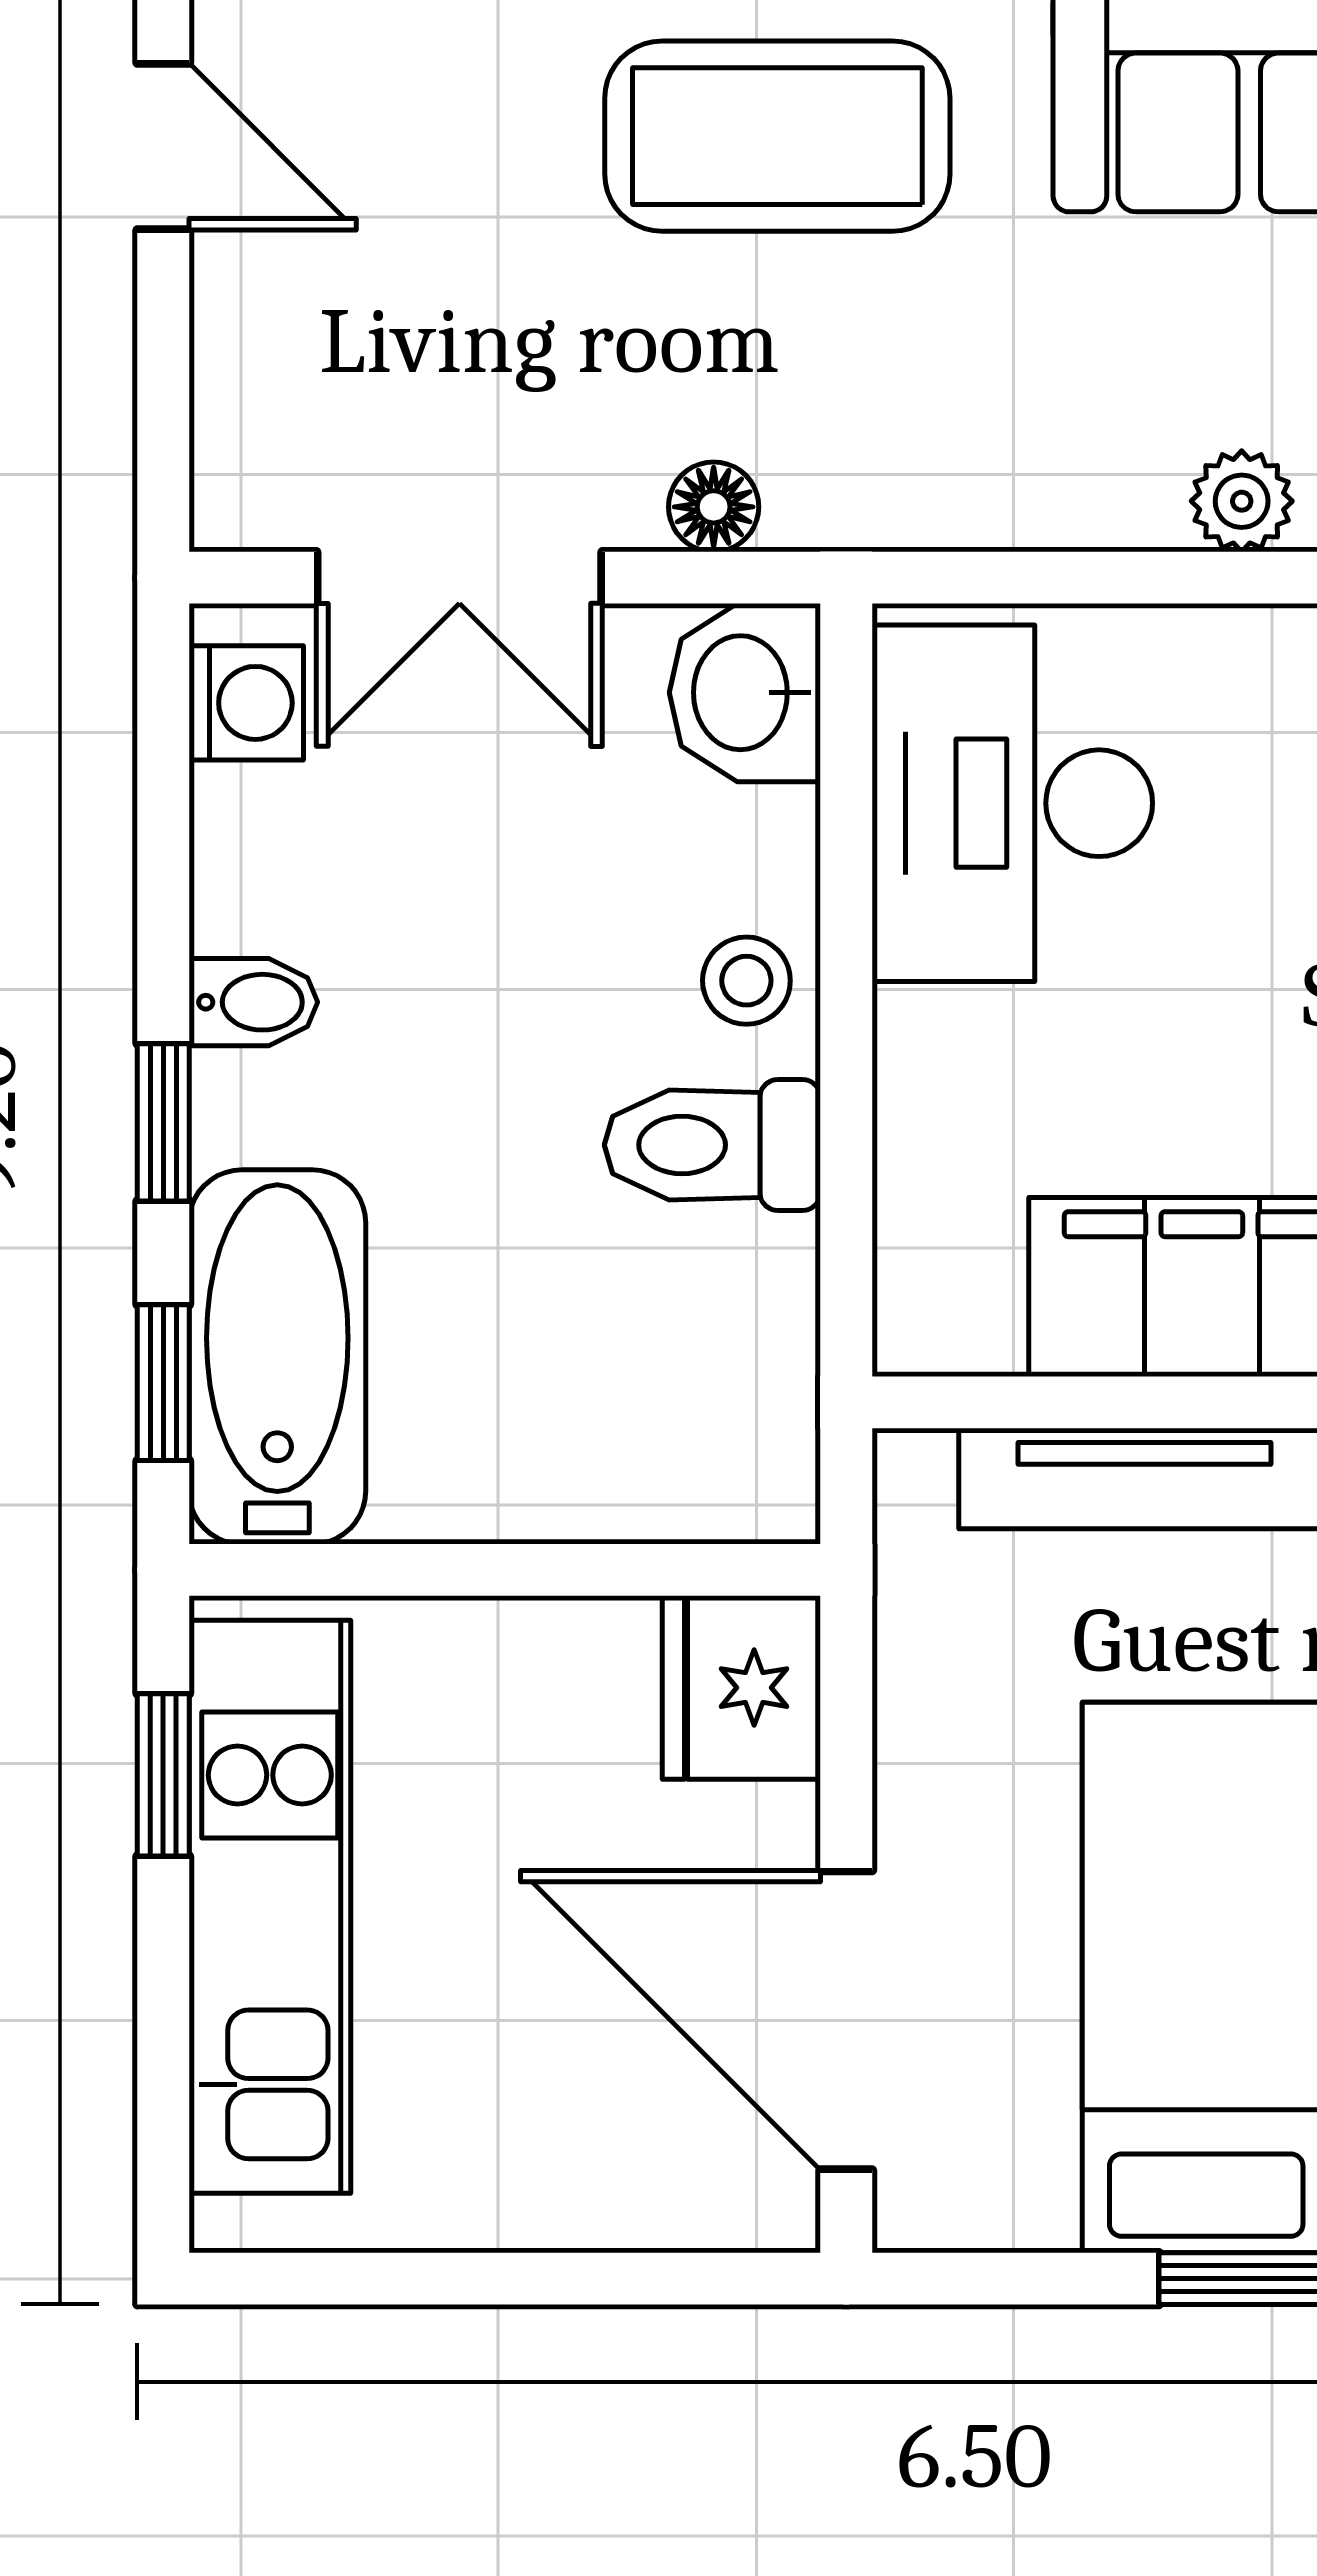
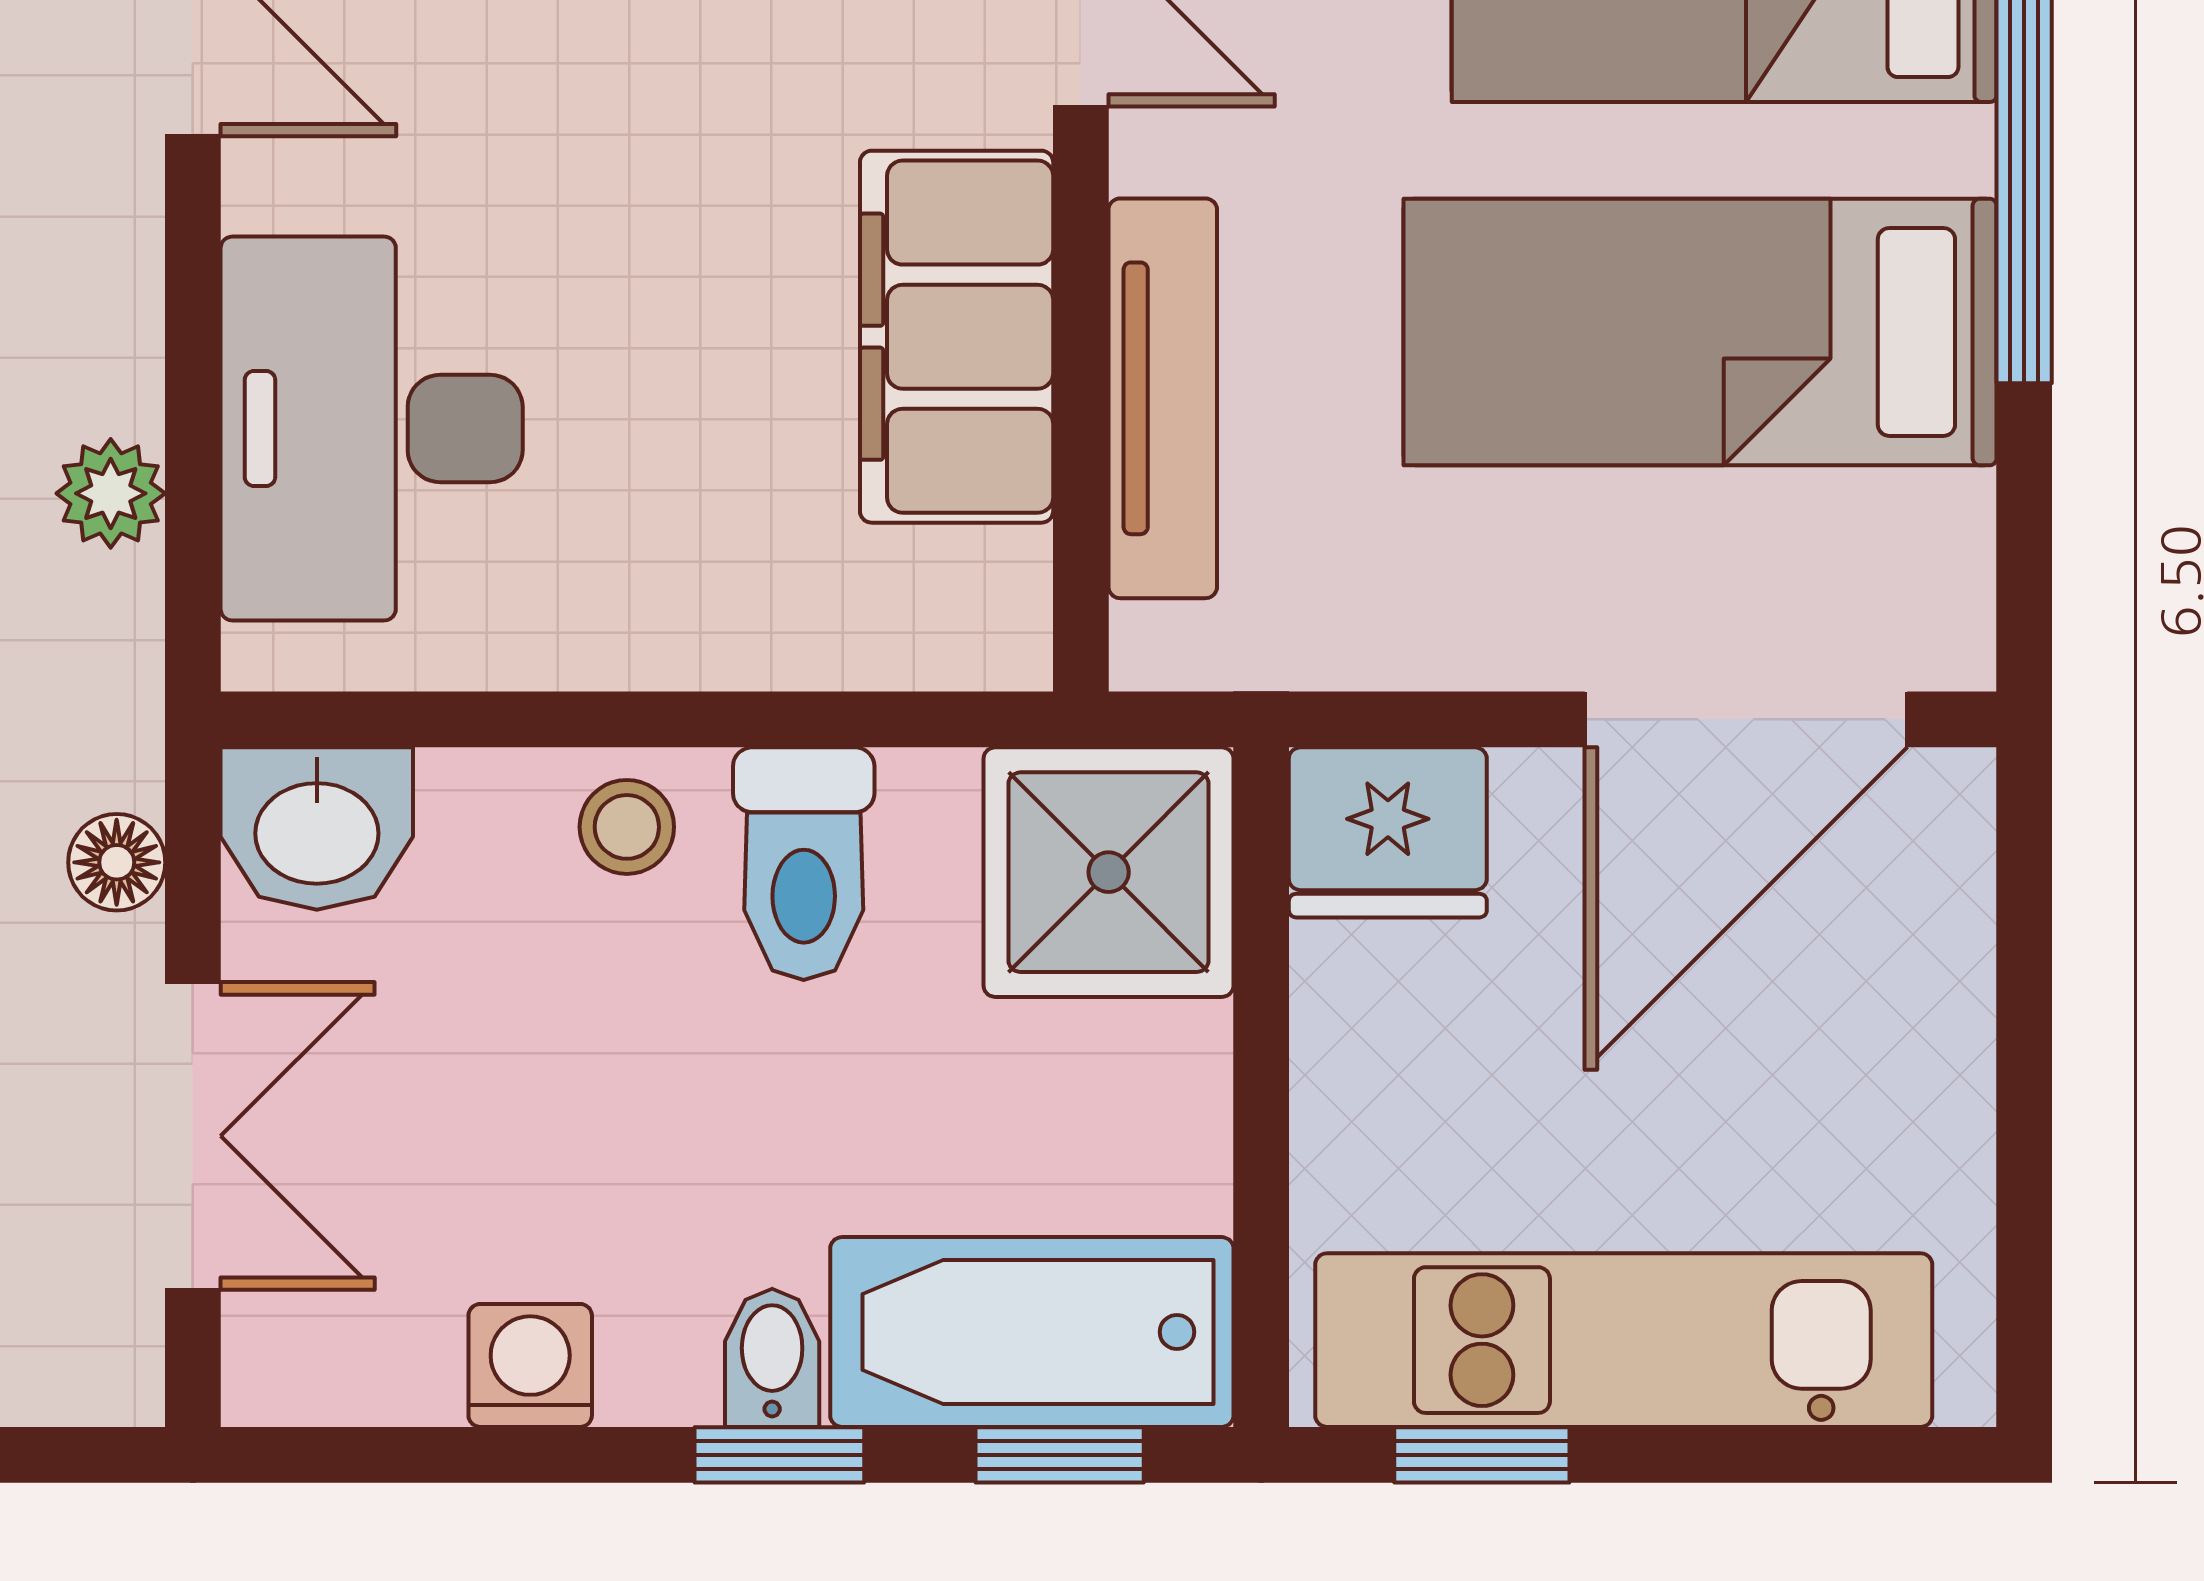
plant: (1242, 501) -> (111, 493), moved
washing machine: (246, 703) -> (530, 1365), moved
desk: (1012, 803) -> (372, 429), moved, turned 90
bidet: (253, 1002) -> (772, 1358), moved
shower: (704, 1428) -> (1109, 872), added

